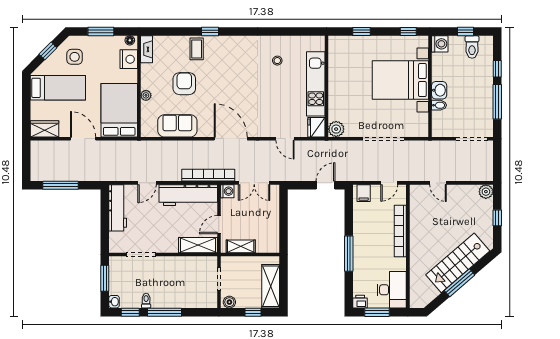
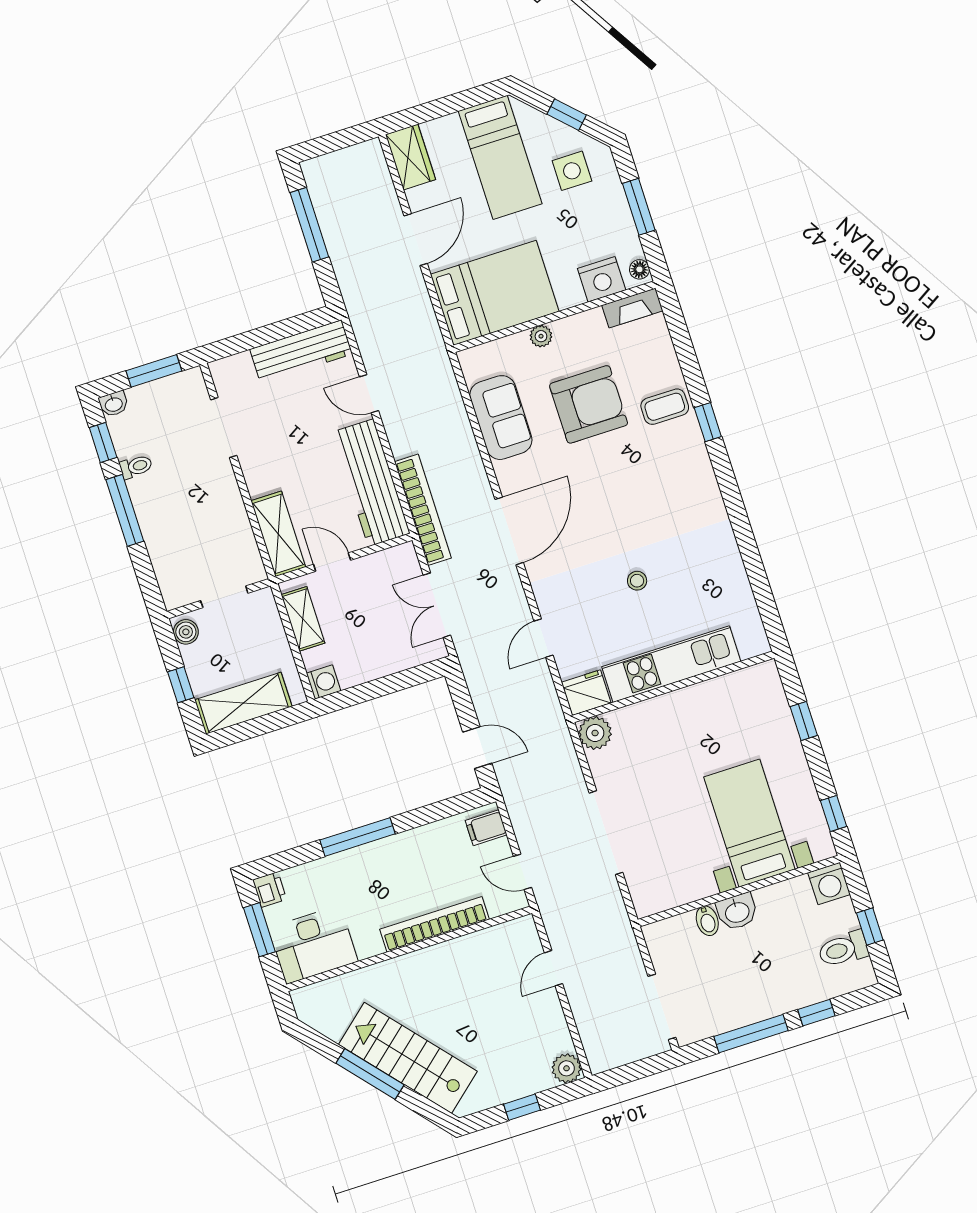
stool: (277, 61) -> (637, 581), moved
bed with nightstands: (400, 80) -> (749, 823), width x0.73
armchair: (184, 84) -> (589, 404), width x1.36, depth x1.36
washing machine: (227, 191) -> (323, 682), moved, turned -90

